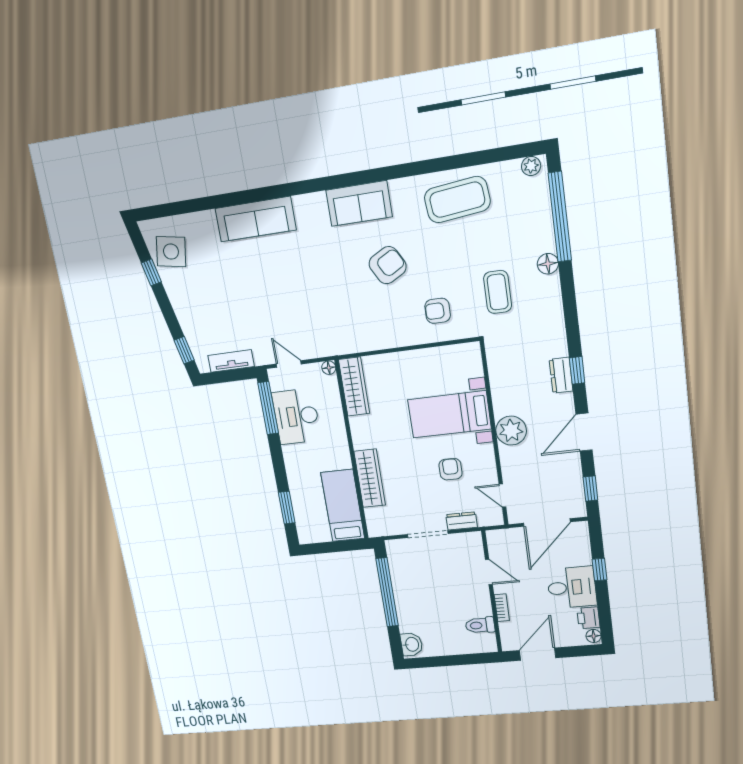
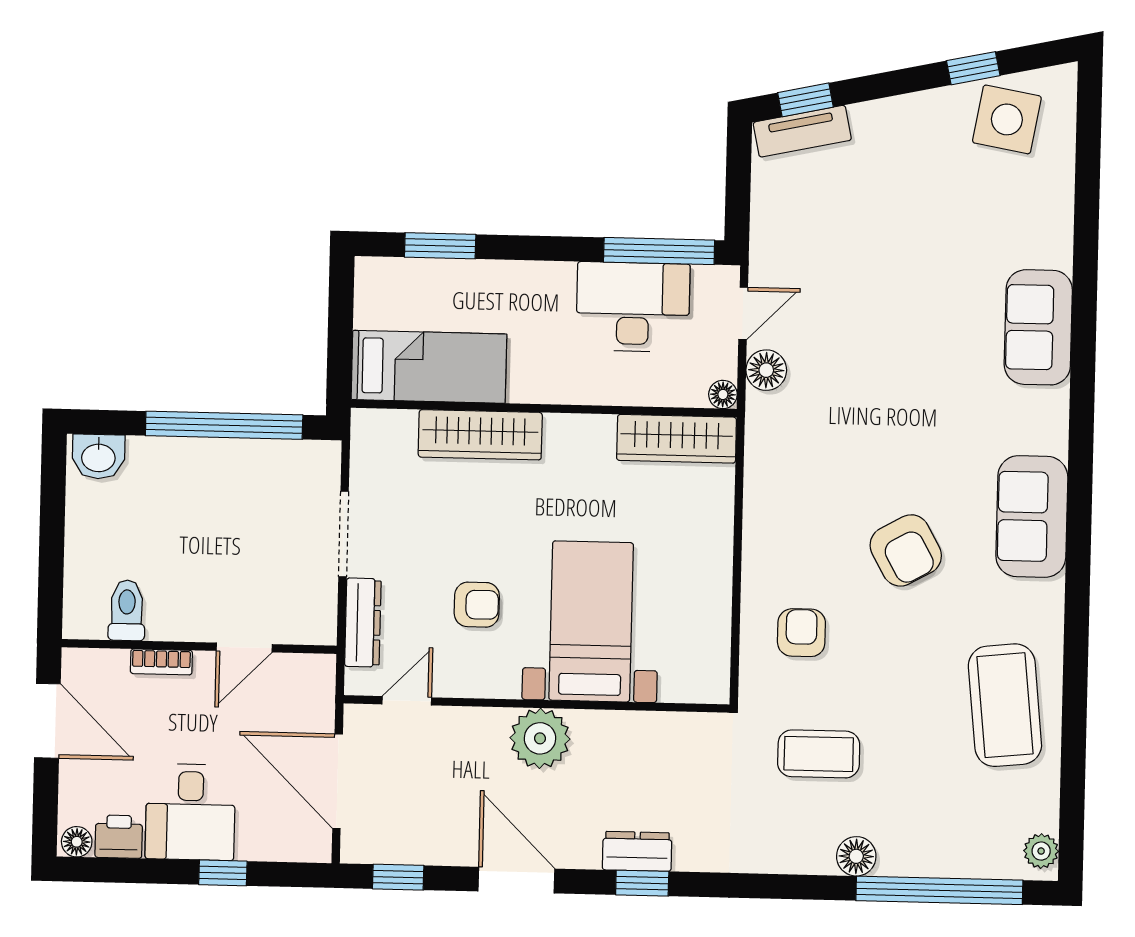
sofa: (256, 219) -> (1038, 327), width x0.73
floor lamp: (313, 349) -> (766, 370), added
tv unit: (231, 361) -> (802, 131), moved, turned 78
dresser: (462, 521) -> (363, 623), width x1.44

